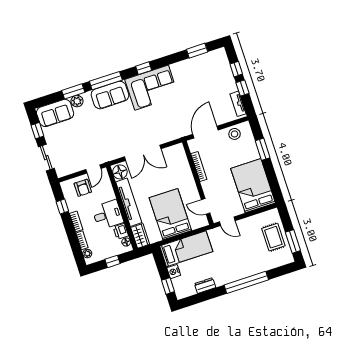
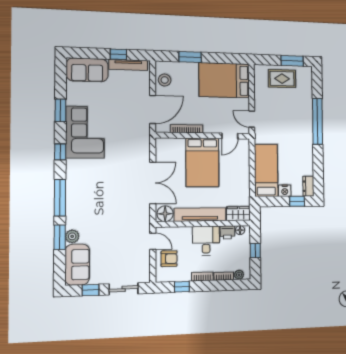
window: (197, 51) -> (61, 110), moved
window: (236, 69) -> (96, 53), removed
corner sofa: (152, 88) -> (85, 132), moved
sofa: (110, 95) -> (87, 70), moved, turned 90
tv unit: (238, 104) -> (128, 65), width x1.41
door: (205, 132) -> (153, 109), swing flipped
bed: (170, 214) -> (202, 162), moved, turned -90
door: (227, 221) -> (252, 119), swing flipped
dresser: (205, 286) -> (308, 186), moved

